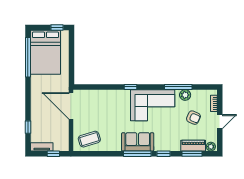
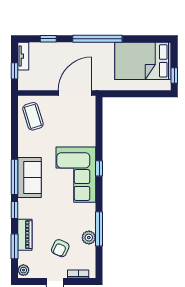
window: (28, 57) -> (97, 39), moved
corner sofa: (153, 105) -> (76, 175), moved
piano: (193, 146) -> (25, 235), moved

